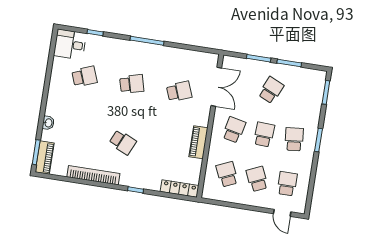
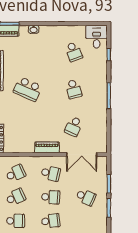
school desk: (179, 91) -> (74, 126), turned 45
school desk: (123, 142) -> (28, 89), width x1.85
piano: (198, 142) -> (47, 147), moved

